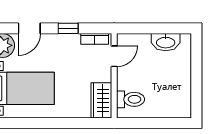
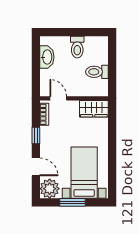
toilet: (178, 80) -> (77, 47), added
toilet: (131, 99) -> (97, 72), moved, turned -90

